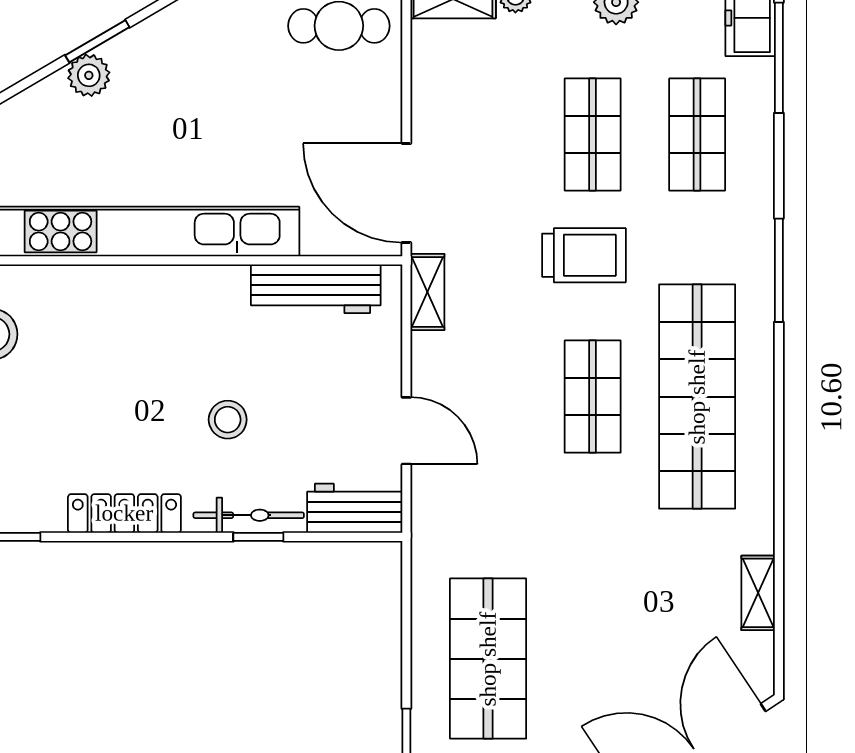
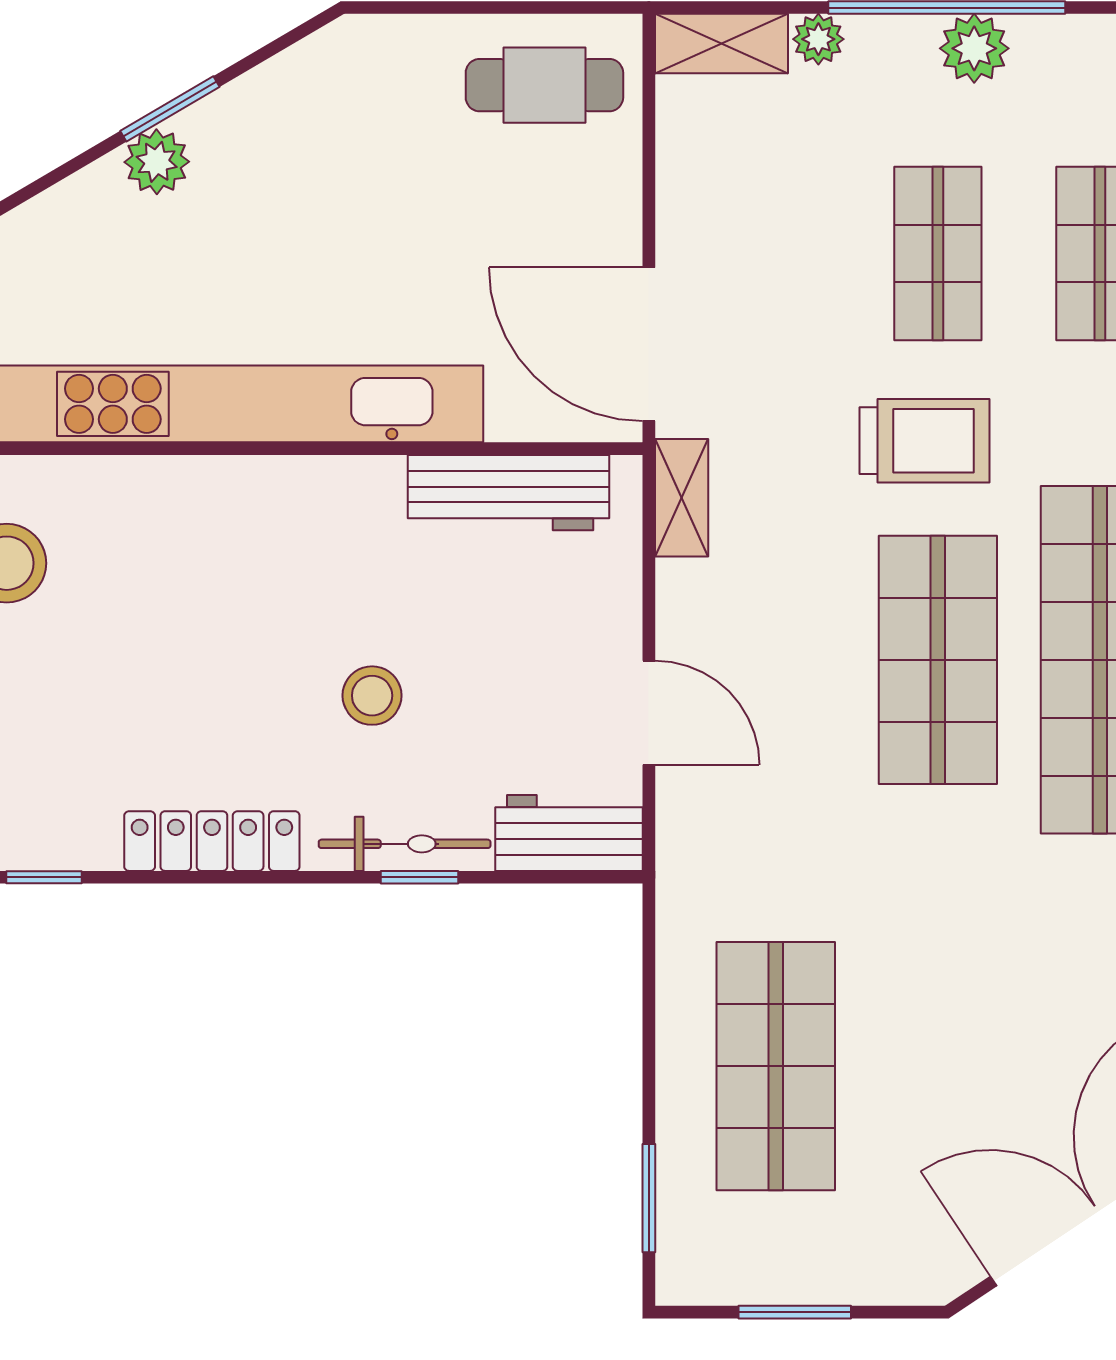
shop shelf: (593, 397) -> (938, 660), width x1.43, depth x1.36

